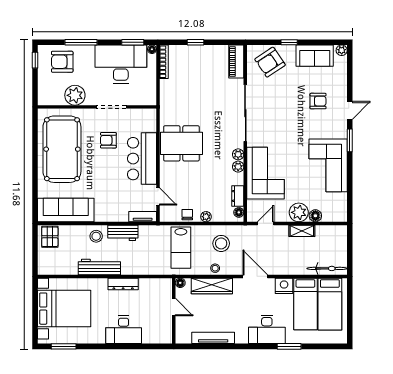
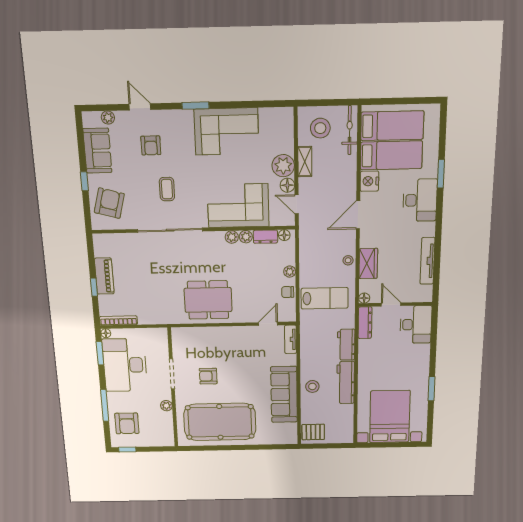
plant: (342, 50) -> (108, 118), moved
piano: (236, 61) -> (104, 276), moved, turned -90
armchair: (270, 62) -> (109, 203), turned -131
plant: (75, 95) -> (166, 406), width x0.53, depth x0.53
armchair: (318, 101) -> (151, 145), turned 180
door: (350, 110) -> (140, 107), moved
coffee table: (281, 112) -> (167, 189), added
armchair: (108, 140) -> (208, 376), turned 90
dining table: (181, 143) -> (208, 300), turned 90
plant: (238, 154) -> (246, 237), moved
bar counter: (142, 159) -> (227, 341), removed
sofa: (66, 210) -> (284, 395), moved
floor lamp: (315, 216) -> (287, 185), moved
workbench: (123, 233) -> (346, 345), moved, turned 180
stool: (221, 243) -> (320, 128), moved
dresser: (123, 284) -> (365, 323), moved
wardrobe: (212, 286) -> (368, 264), width x0.67
door: (174, 307) -> (391, 304), hinge flipped
desk: (124, 330) -> (416, 324), moved
window: (64, 346) -> (431, 389), moved

